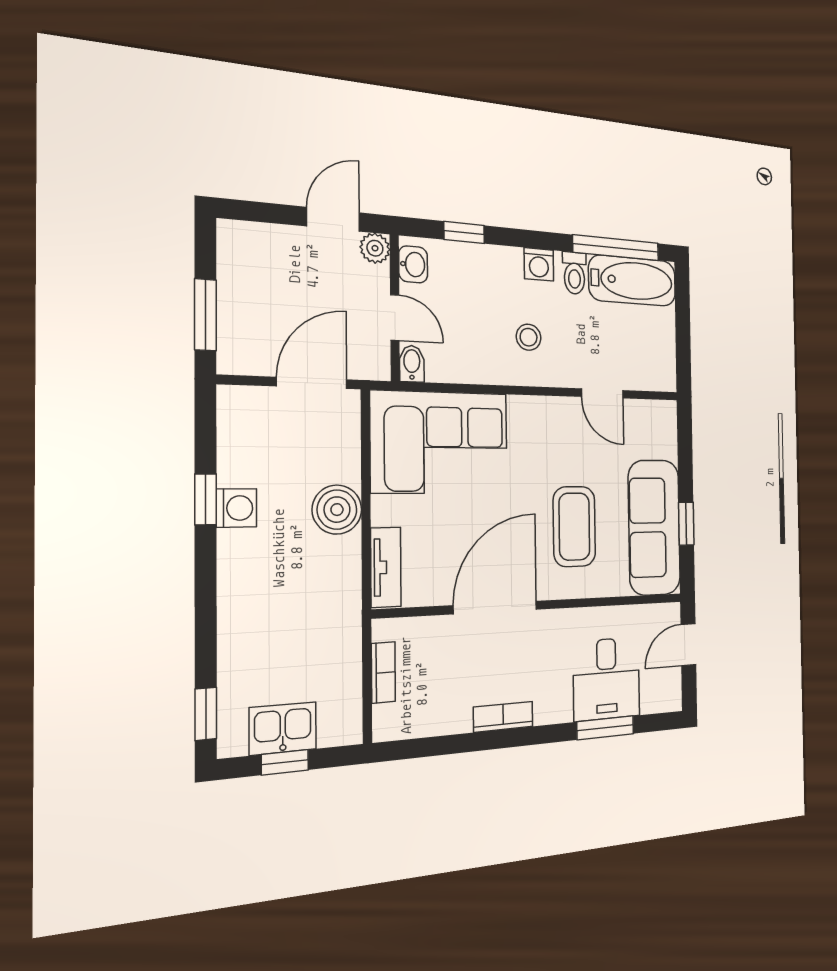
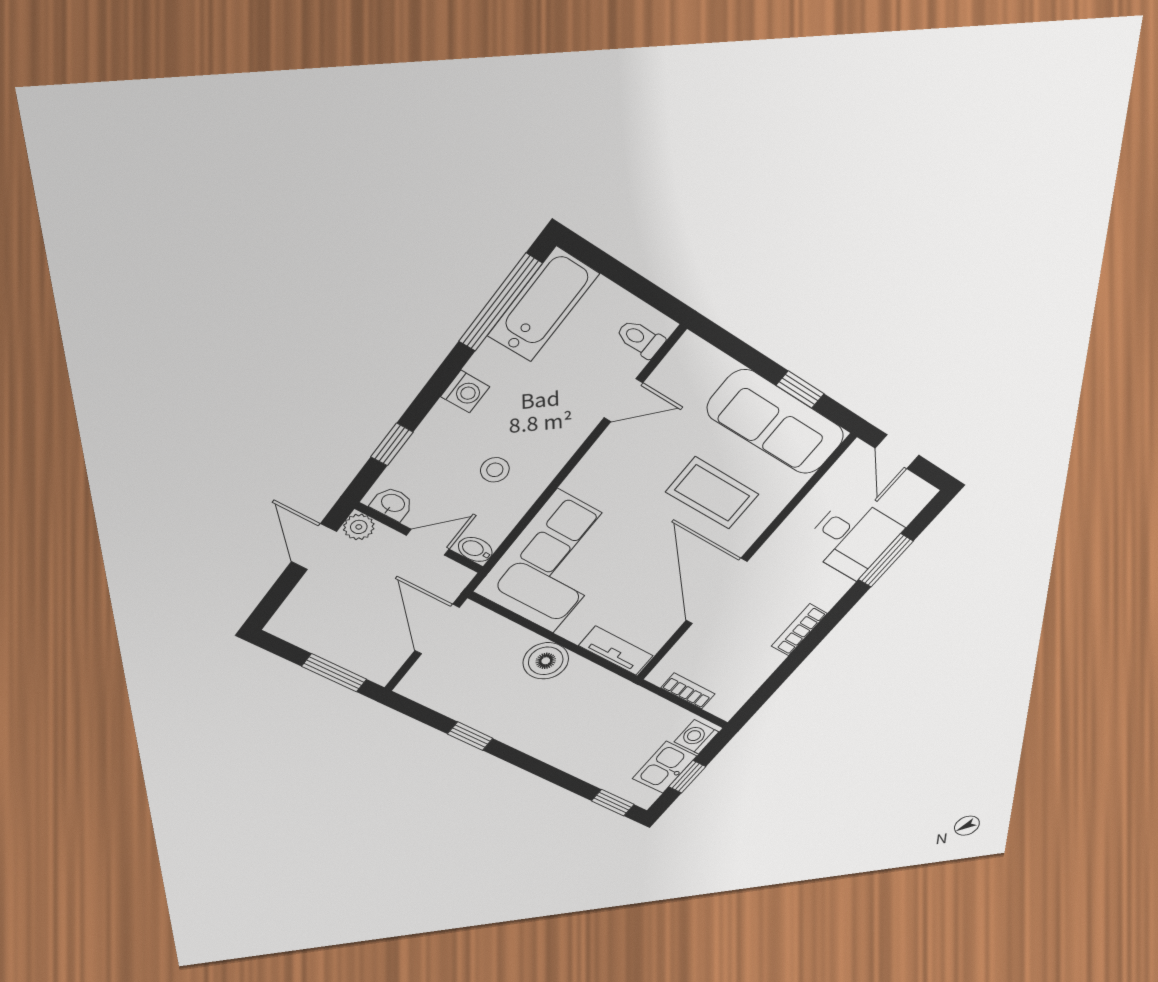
toilet: (574, 273) -> (640, 339), moved, turned 180
stool: (529, 337) -> (495, 470), moved
washing machine: (237, 508) -> (696, 737), moved, turned -90

